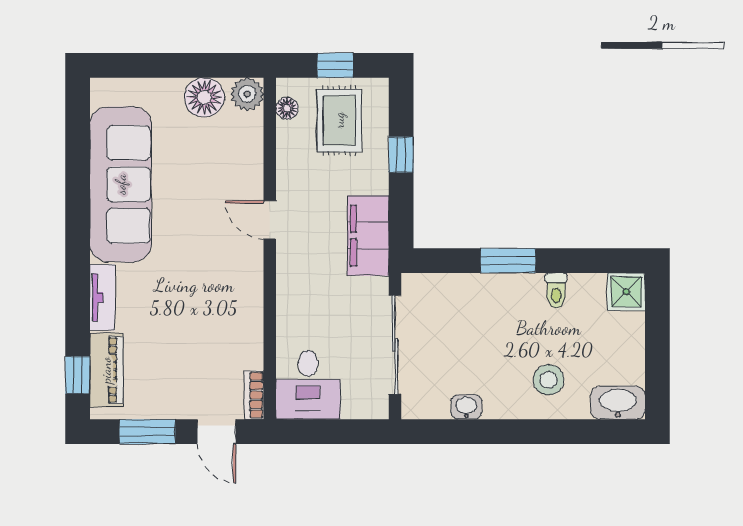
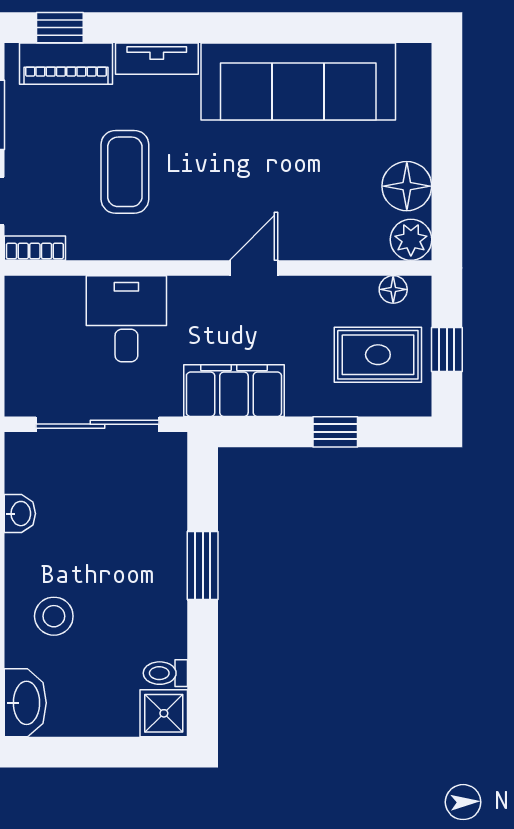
toilet: (556, 291) -> (165, 673), moved
coffee table: (193, 323) -> (125, 172), added
desk: (308, 385) -> (126, 319), moved, turned 90

